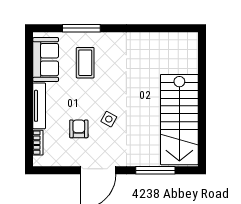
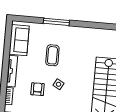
window: (81, 28) -> (56, 22), moved
coffee table: (85, 63) -> (52, 55), moved

